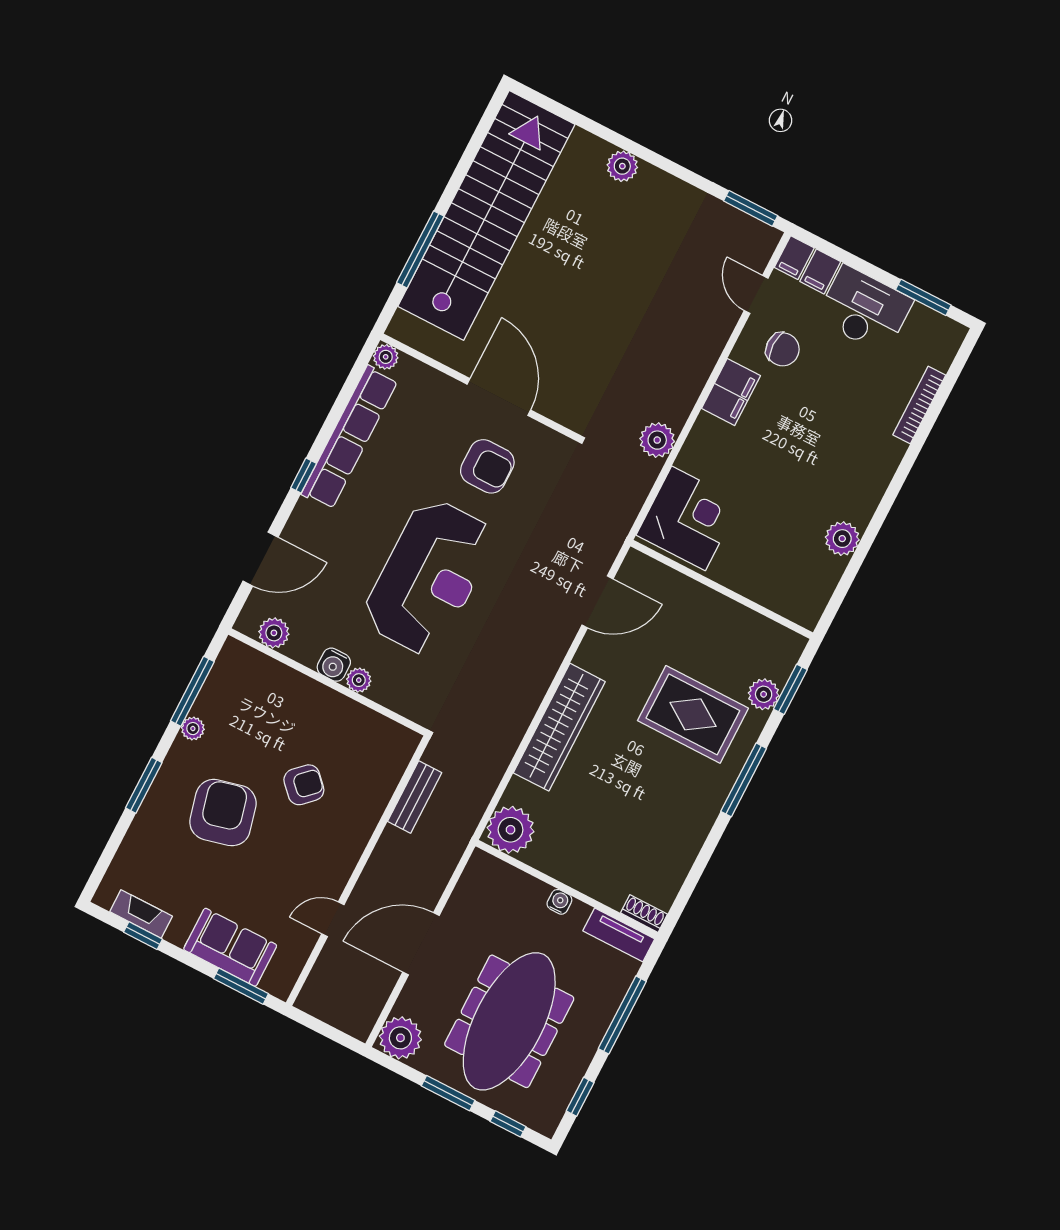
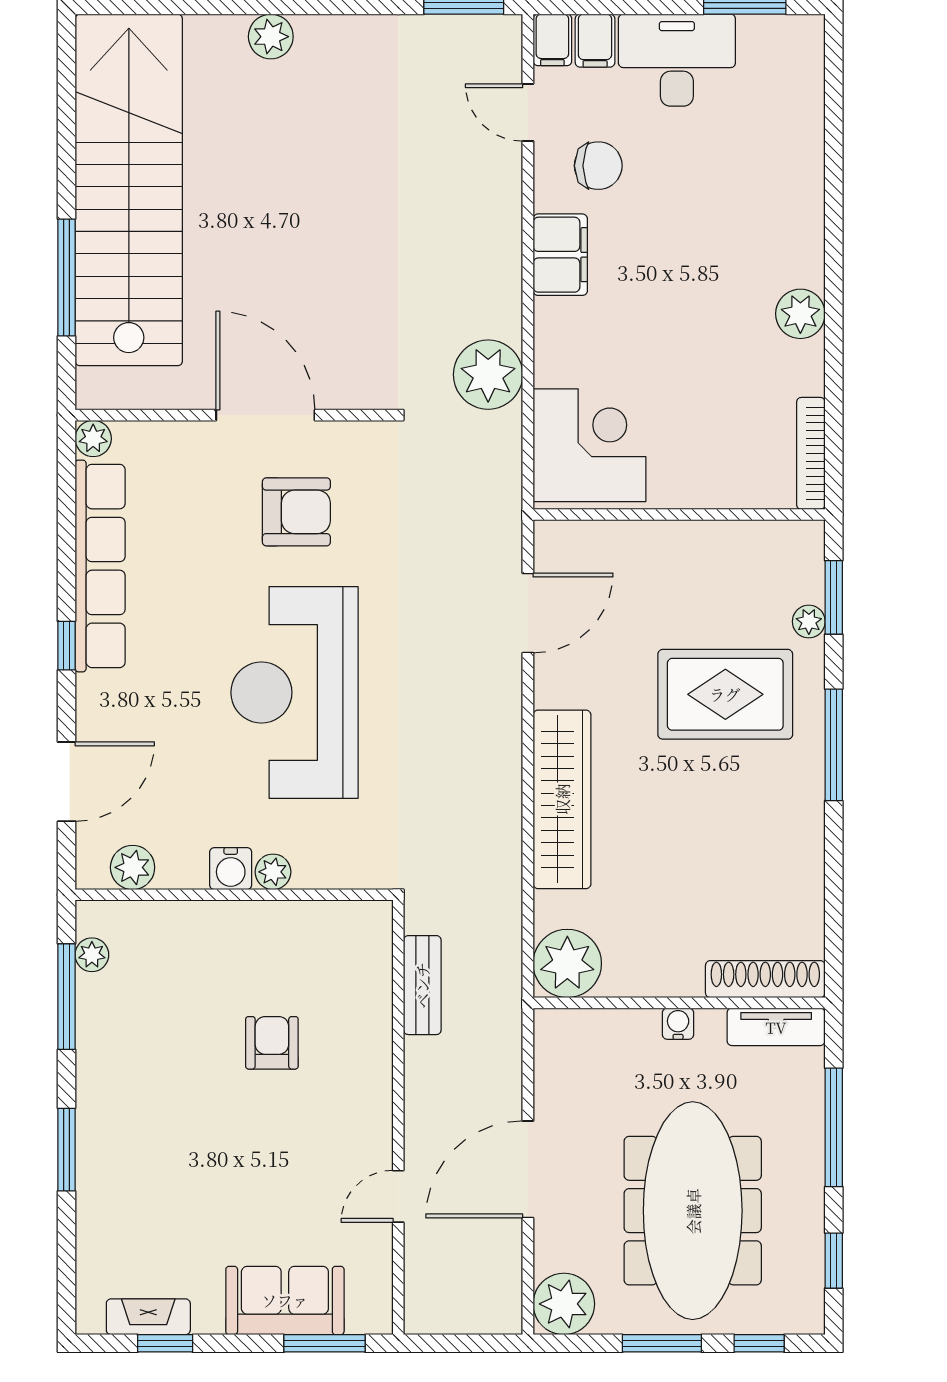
bookcase: (919, 405) -> (811, 453), moved
plant: (657, 440) -> (488, 375), width x1.36, depth x1.36
plant: (842, 539) -> (800, 314), moved
reception desk: (429, 577) -> (294, 692), turned 180
plant: (764, 694) -> (809, 622), width x0.73, depth x0.73
plant: (193, 729) -> (92, 955), moved
armchair: (304, 785) -> (272, 1043), turned -46
armchair: (223, 813) -> (186, 1132), removed
shoe rack: (644, 914) -> (765, 979), width x1.94, depth x1.24

